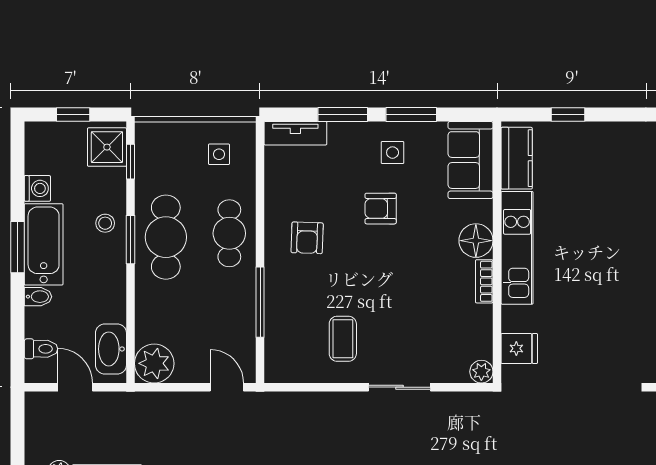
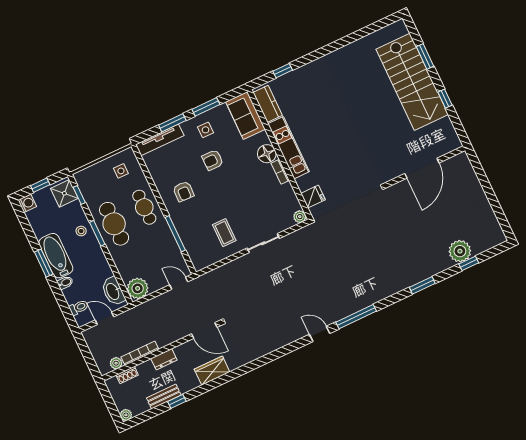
tv unit: (295, 133) -> (160, 140), width x1.41
washing machine: (37, 188) -> (27, 203), moved

